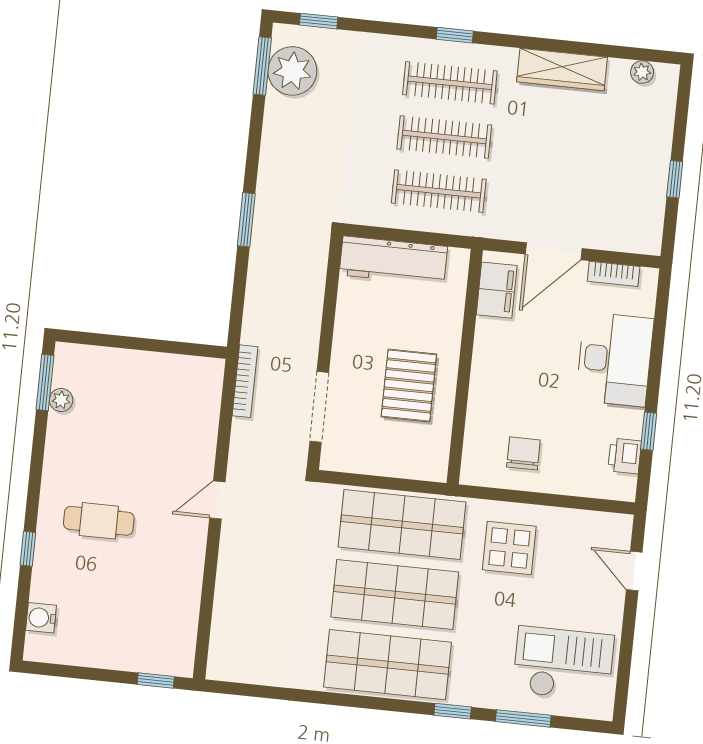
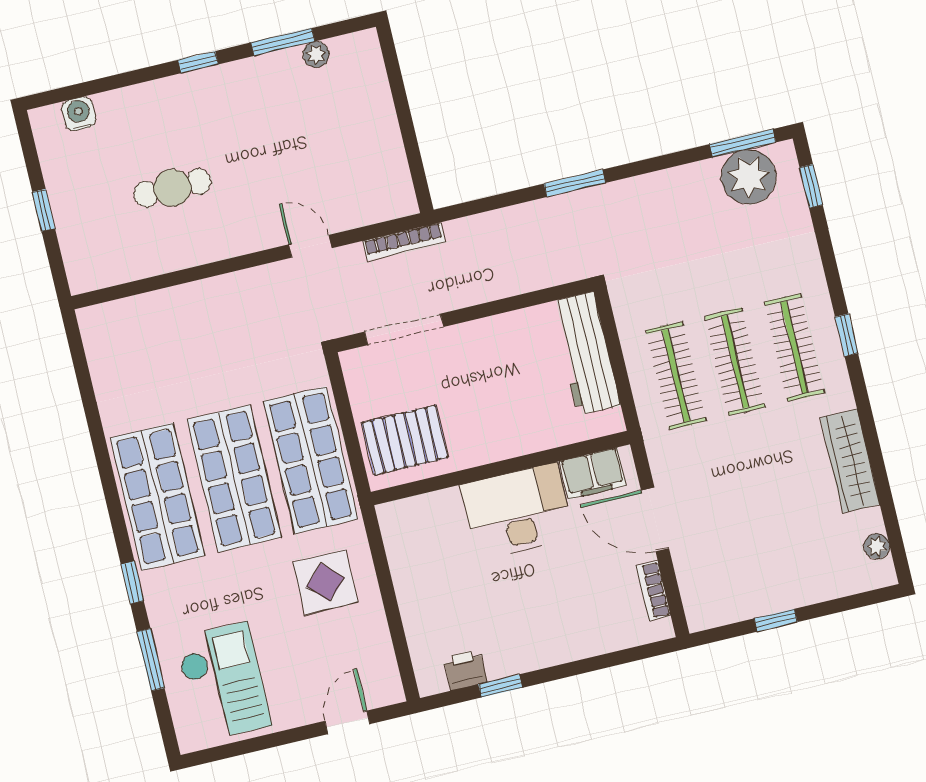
desk: (615, 359) -> (517, 511), moved, turned 180
window: (45, 383) -> (283, 42), moved
pallet: (409, 385) -> (405, 440), moved
chair: (523, 453) -> (430, 562), removed
door: (217, 500) -> (310, 246), moved
cafe table: (99, 521) -> (172, 188), moved, turned 90
window: (28, 549) -> (198, 62), moved
window: (156, 680) -> (44, 210), moved

